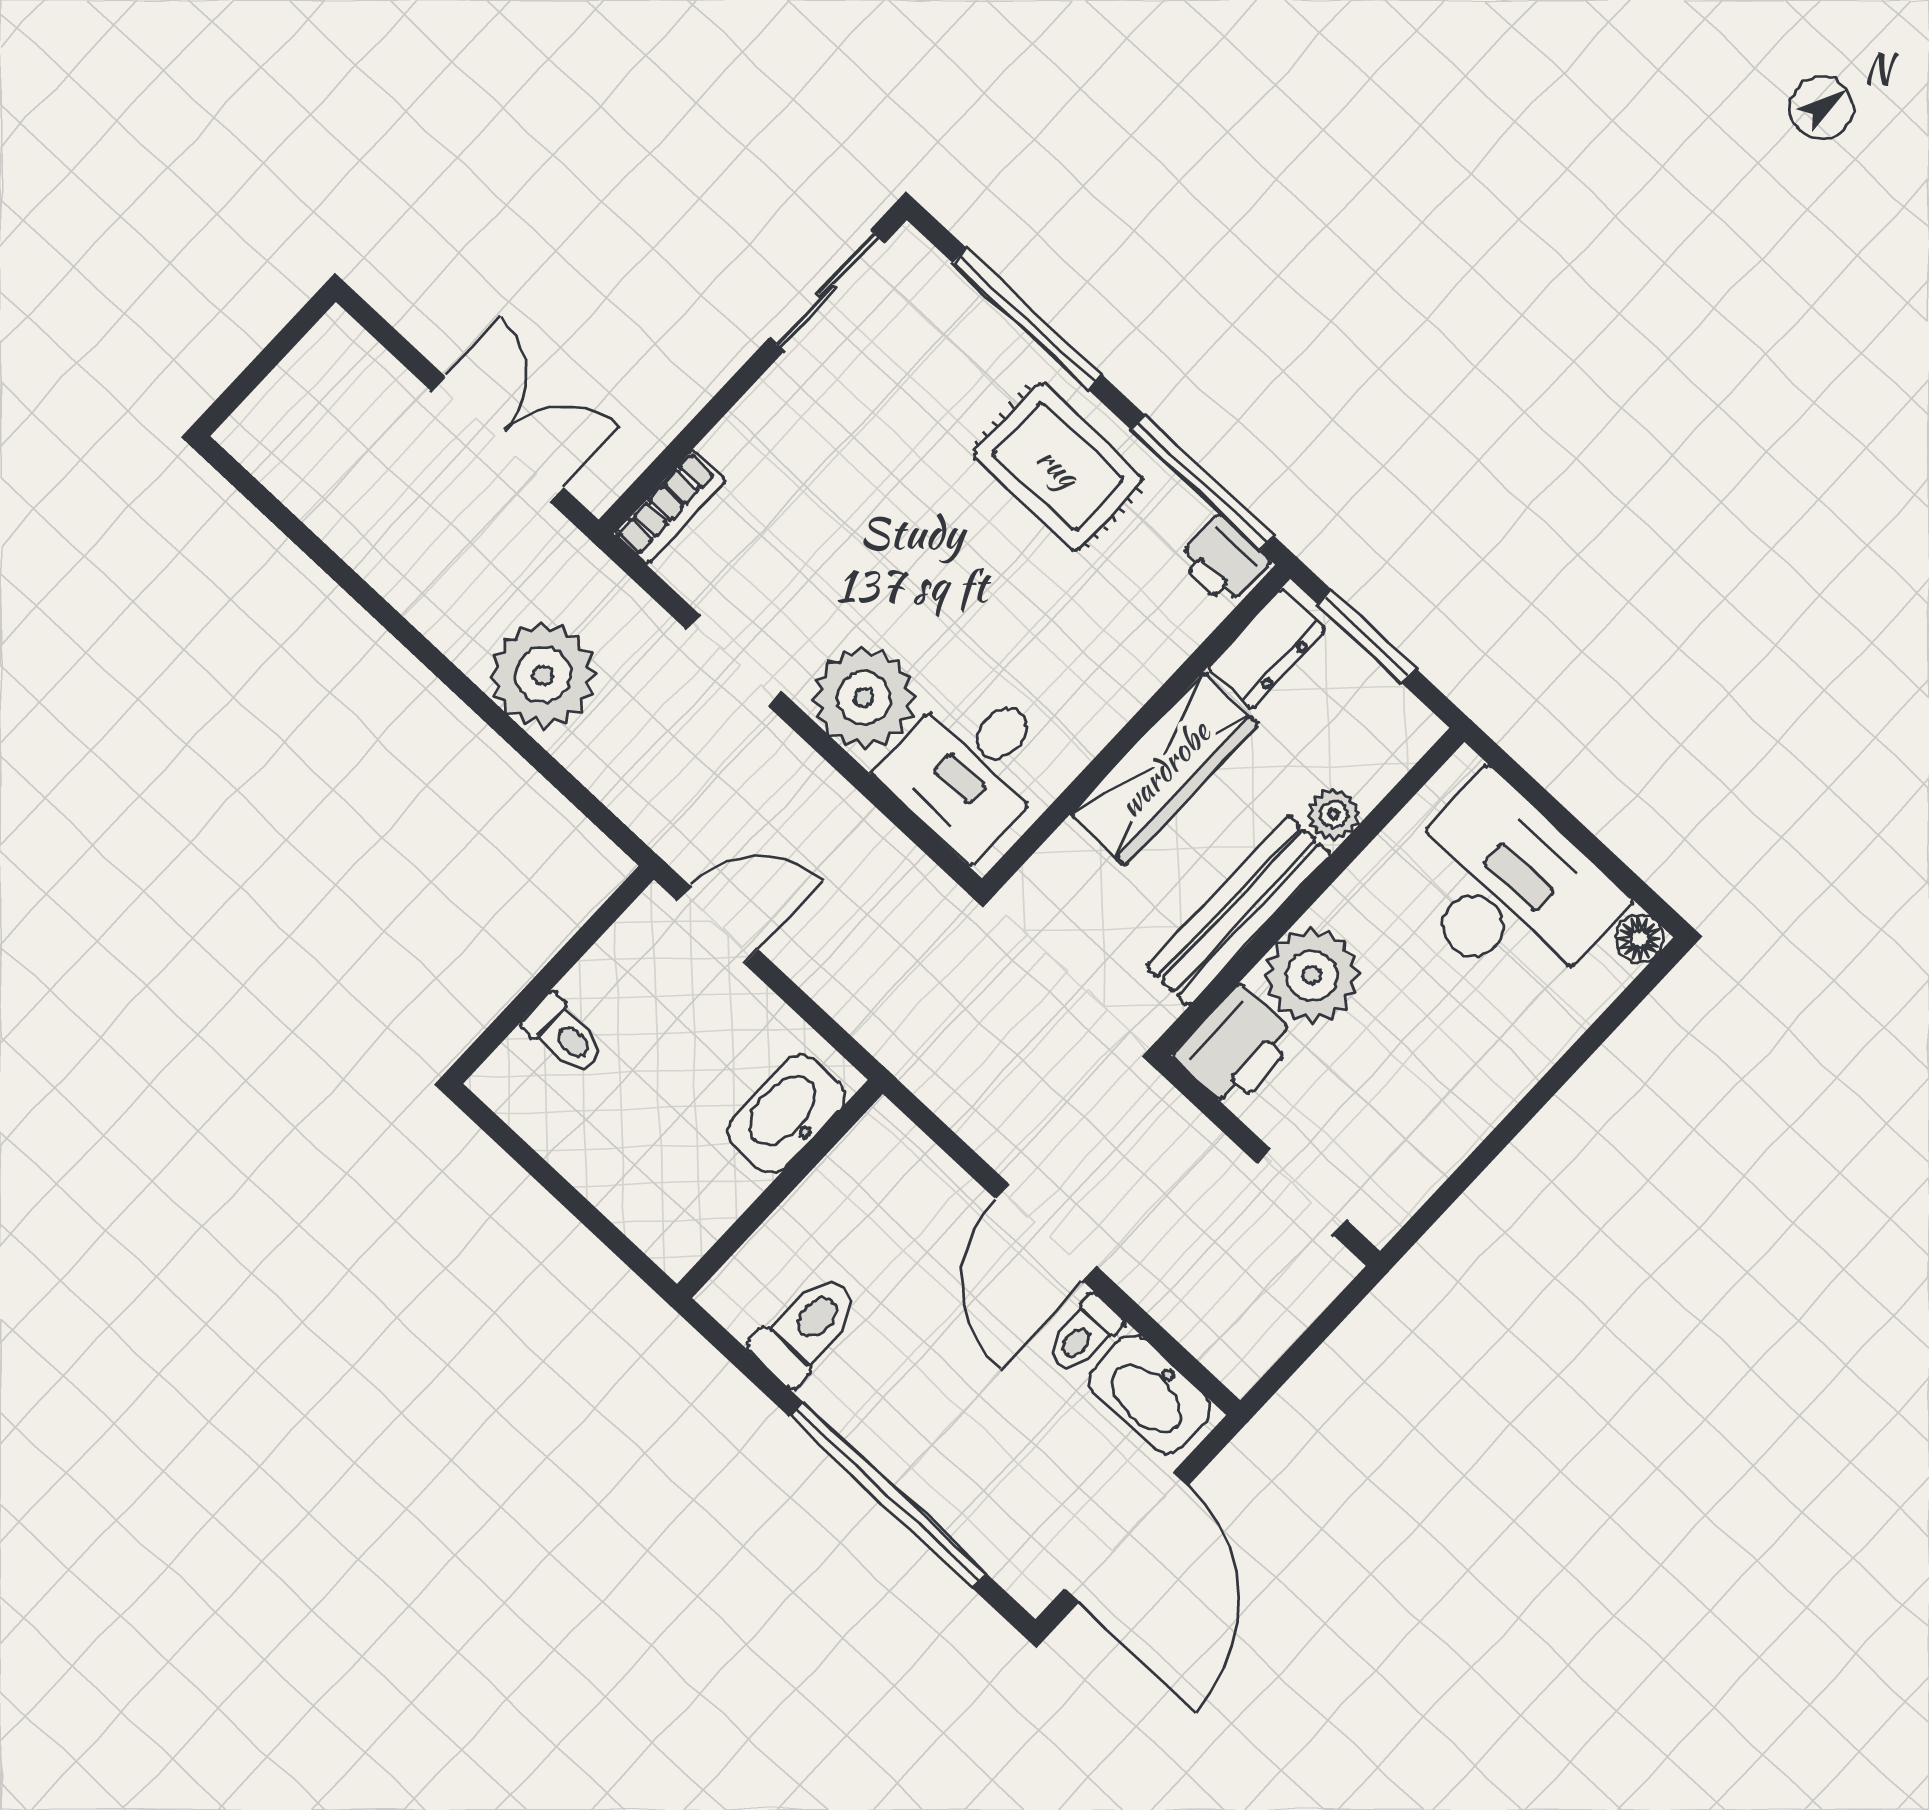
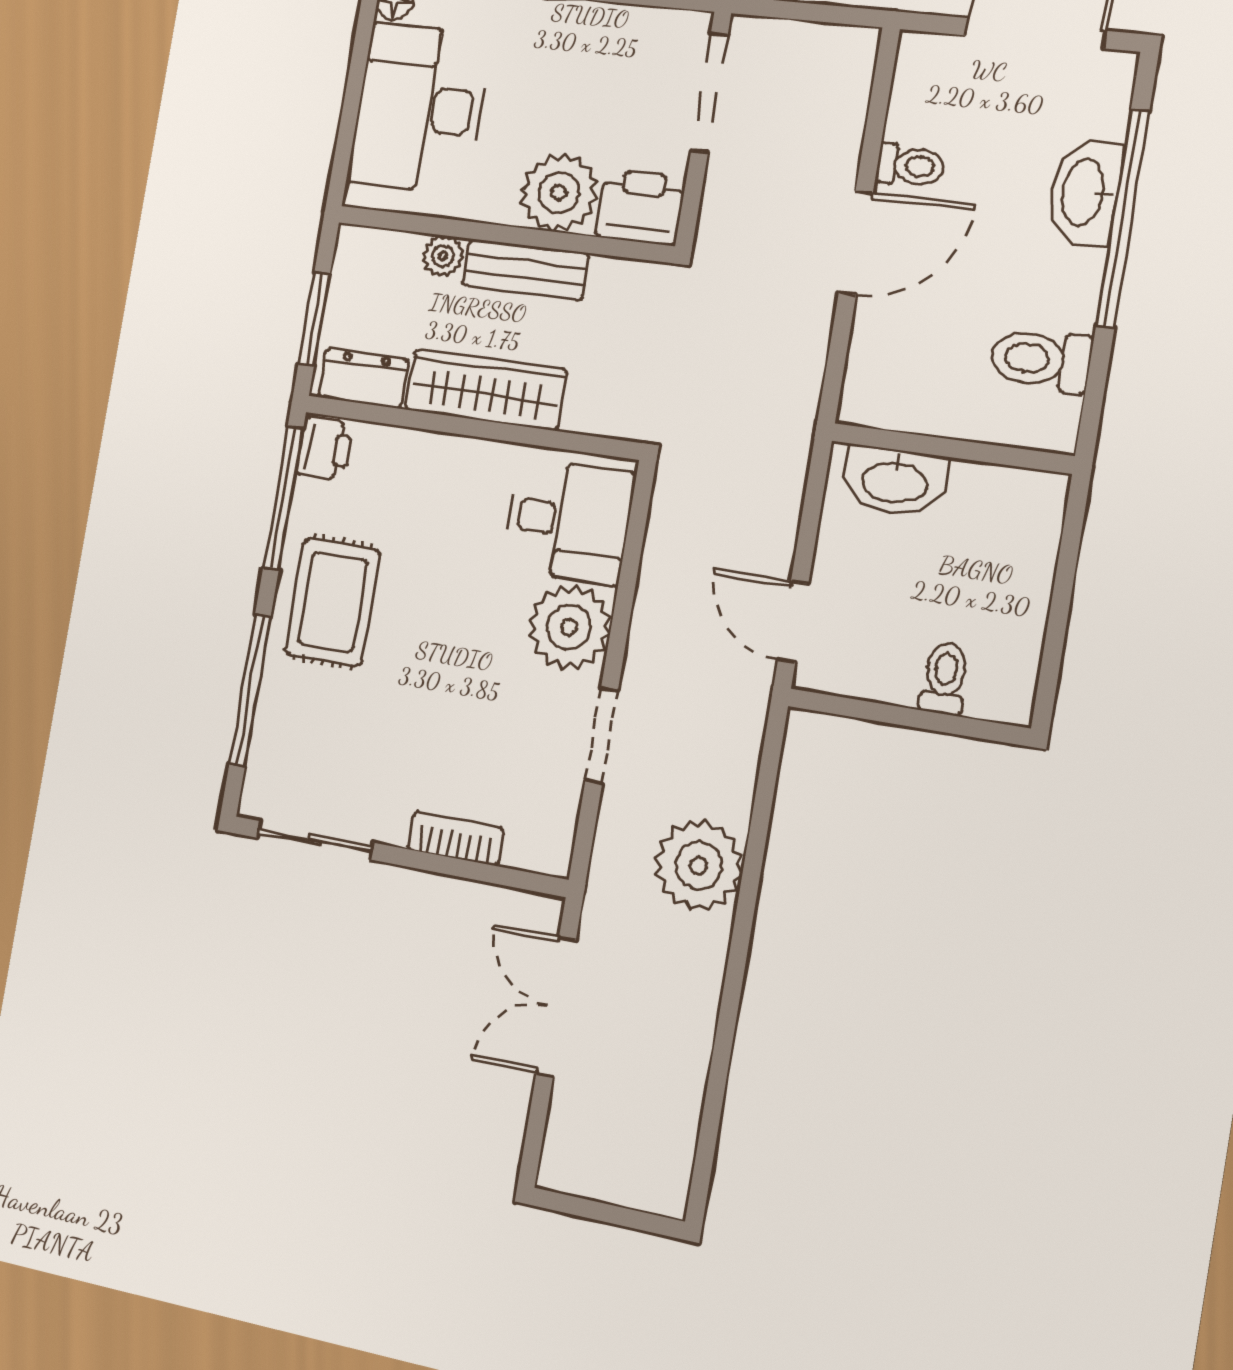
bookcase: (670, 507) -> (456, 839), moved
bench: (1239, 910) -> (526, 269), width x0.73
doorway: (1302, 1192) -> (709, 93), width x1.38
washbasin: (1150, 1394) -> (1085, 192), moved, turned 180

